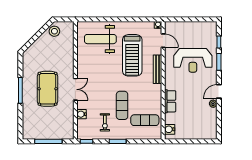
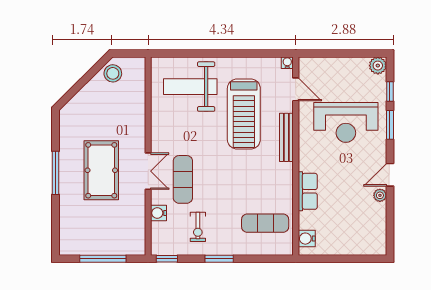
plant: (212, 27) -> (378, 66), added
exercise mat: (122, 105) -> (183, 179), moved

